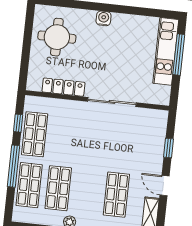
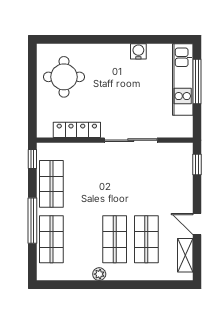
water cooler: (104, 18) -> (138, 51), moved
window: (18, 123) -> (32, 159), moved
window: (169, 148) -> (197, 165), moved
shop shelf: (58, 188) -> (115, 239), moved

